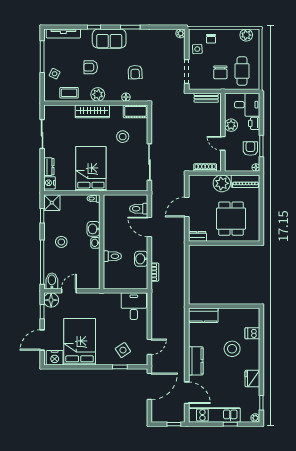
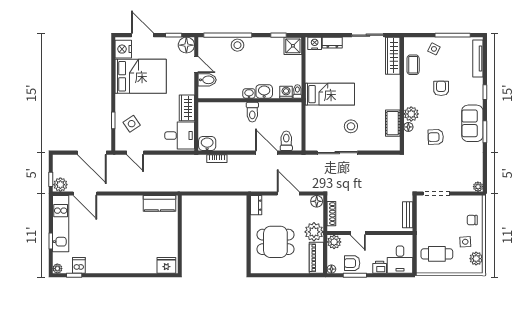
sofa: (109, 39) -> (472, 123), moved
side table: (197, 49) -> (465, 242), moved
chair: (220, 72) -> (435, 230), removed
plant: (98, 94) -> (411, 114), moved
wardrobe: (92, 111) -> (393, 56), moved
cot: (135, 111) -> (393, 123), moved
plant: (231, 125) -> (334, 242), moved
stool: (123, 137) -> (351, 126), moved
door: (223, 143) -> (358, 233), swing flipped
armchair: (250, 149) -> (352, 263), turned 180
bed: (91, 169) -> (330, 94), width x0.67
floor lamp: (194, 181) -> (317, 201), added
washing machine: (94, 209) -> (286, 92), added
door: (149, 227) -> (266, 153), hinge flipped
stool: (61, 242) -> (237, 45), moved
toilet: (112, 256) -> (252, 112), moved
washbasin: (141, 259) -> (207, 144), moved
bidet: (52, 281) -> (207, 80), moved
wardrobe: (108, 300) -> (187, 108), added
kitchen counter: (203, 315) -> (159, 203), moved, turned -90
dishwasher: (252, 333) -> (79, 265), moved
stool: (232, 349) -> (133, 243), removed
kitchen counter: (196, 361) -> (120, 203), removed
fridge: (252, 379) -> (166, 265), moved
door: (187, 393) -> (85, 193), hinge flipped
plant: (179, 415) -> (60, 185), added

